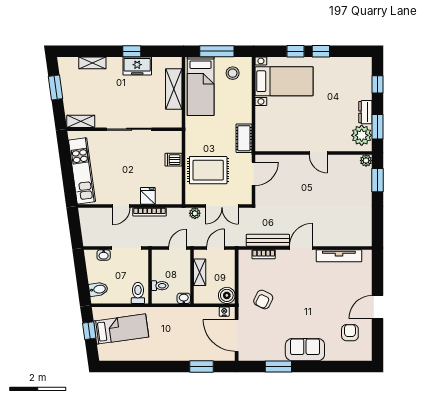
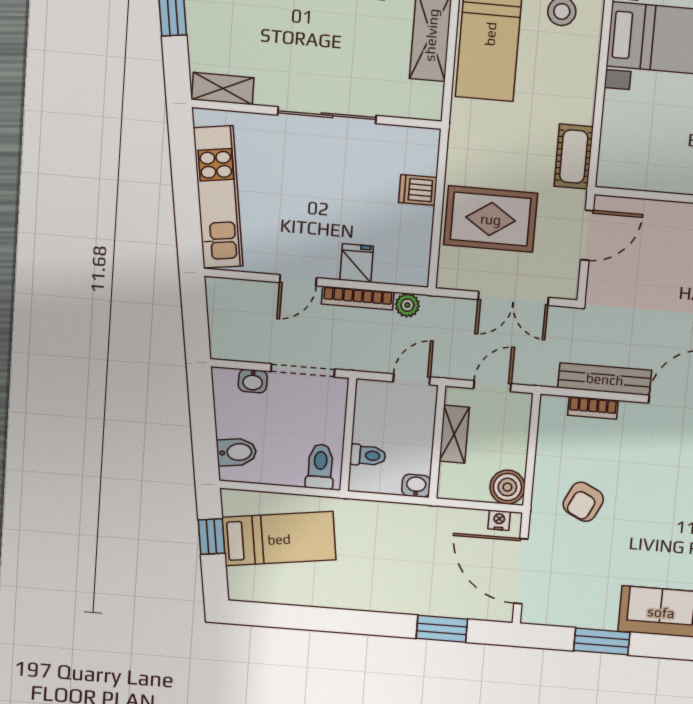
plant: (195, 213) -> (407, 305), moved

